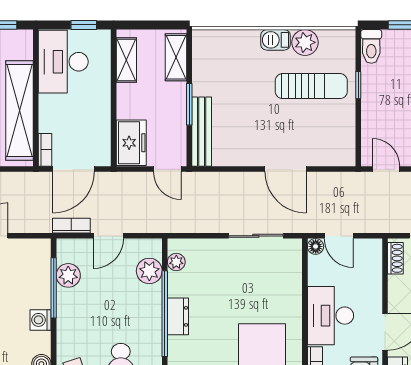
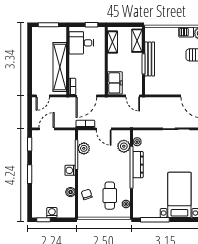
desk: (63, 62) -> (81, 43), width x0.73
bench: (202, 132) -> (150, 59), moved
door: (108, 236) -> (104, 129), hinge flipped
dresser: (178, 316) -> (138, 165), width x1.44

